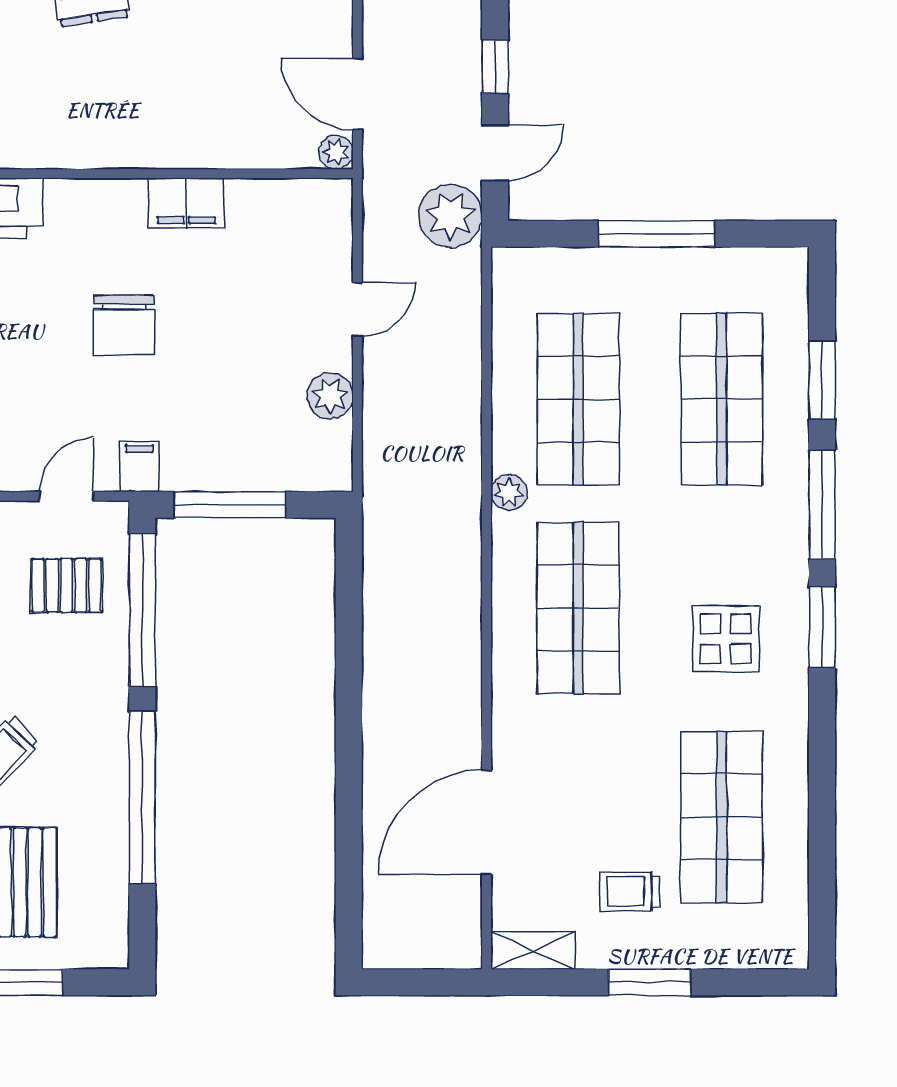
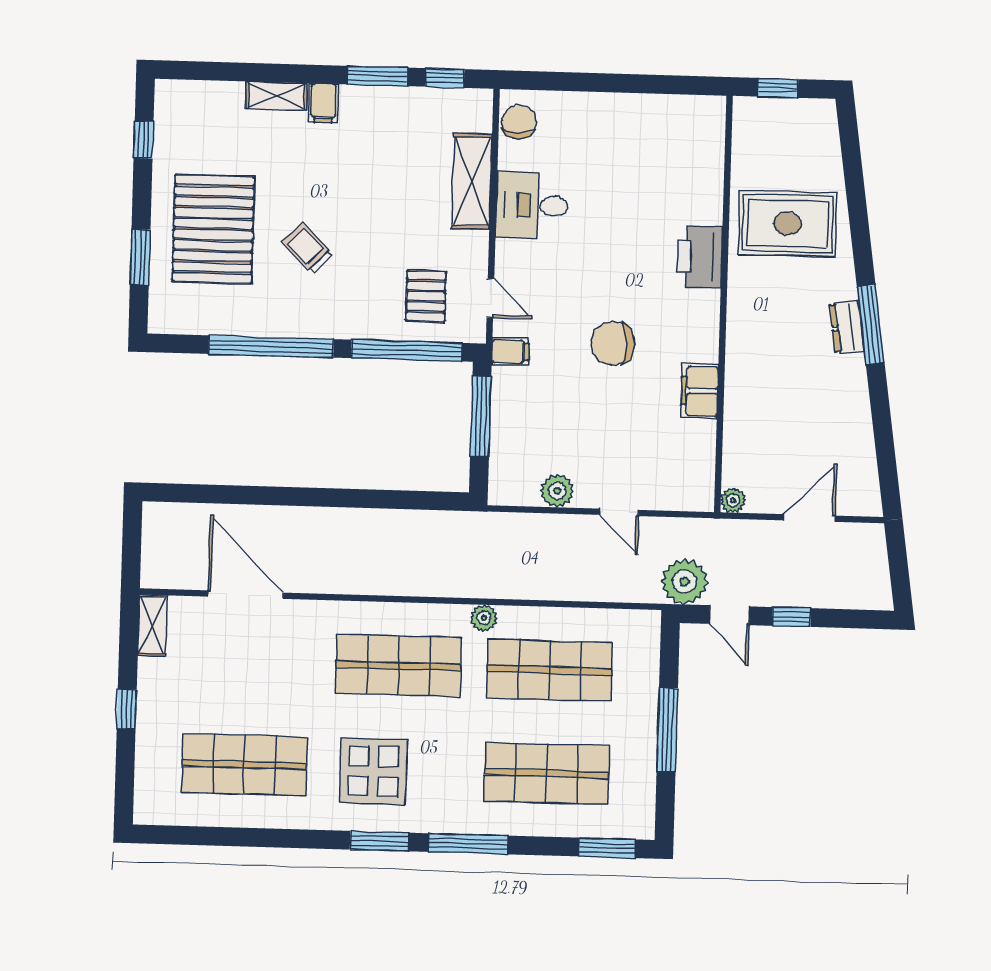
door: (357, 94) -> (809, 518), moved
window: (822, 380) -> (607, 848), moved
display table: (726, 639) -> (373, 771), width x1.36, depth x1.36
trolley: (630, 892) -> (193, 697), removed
window: (650, 982) -> (127, 709), width x0.67

